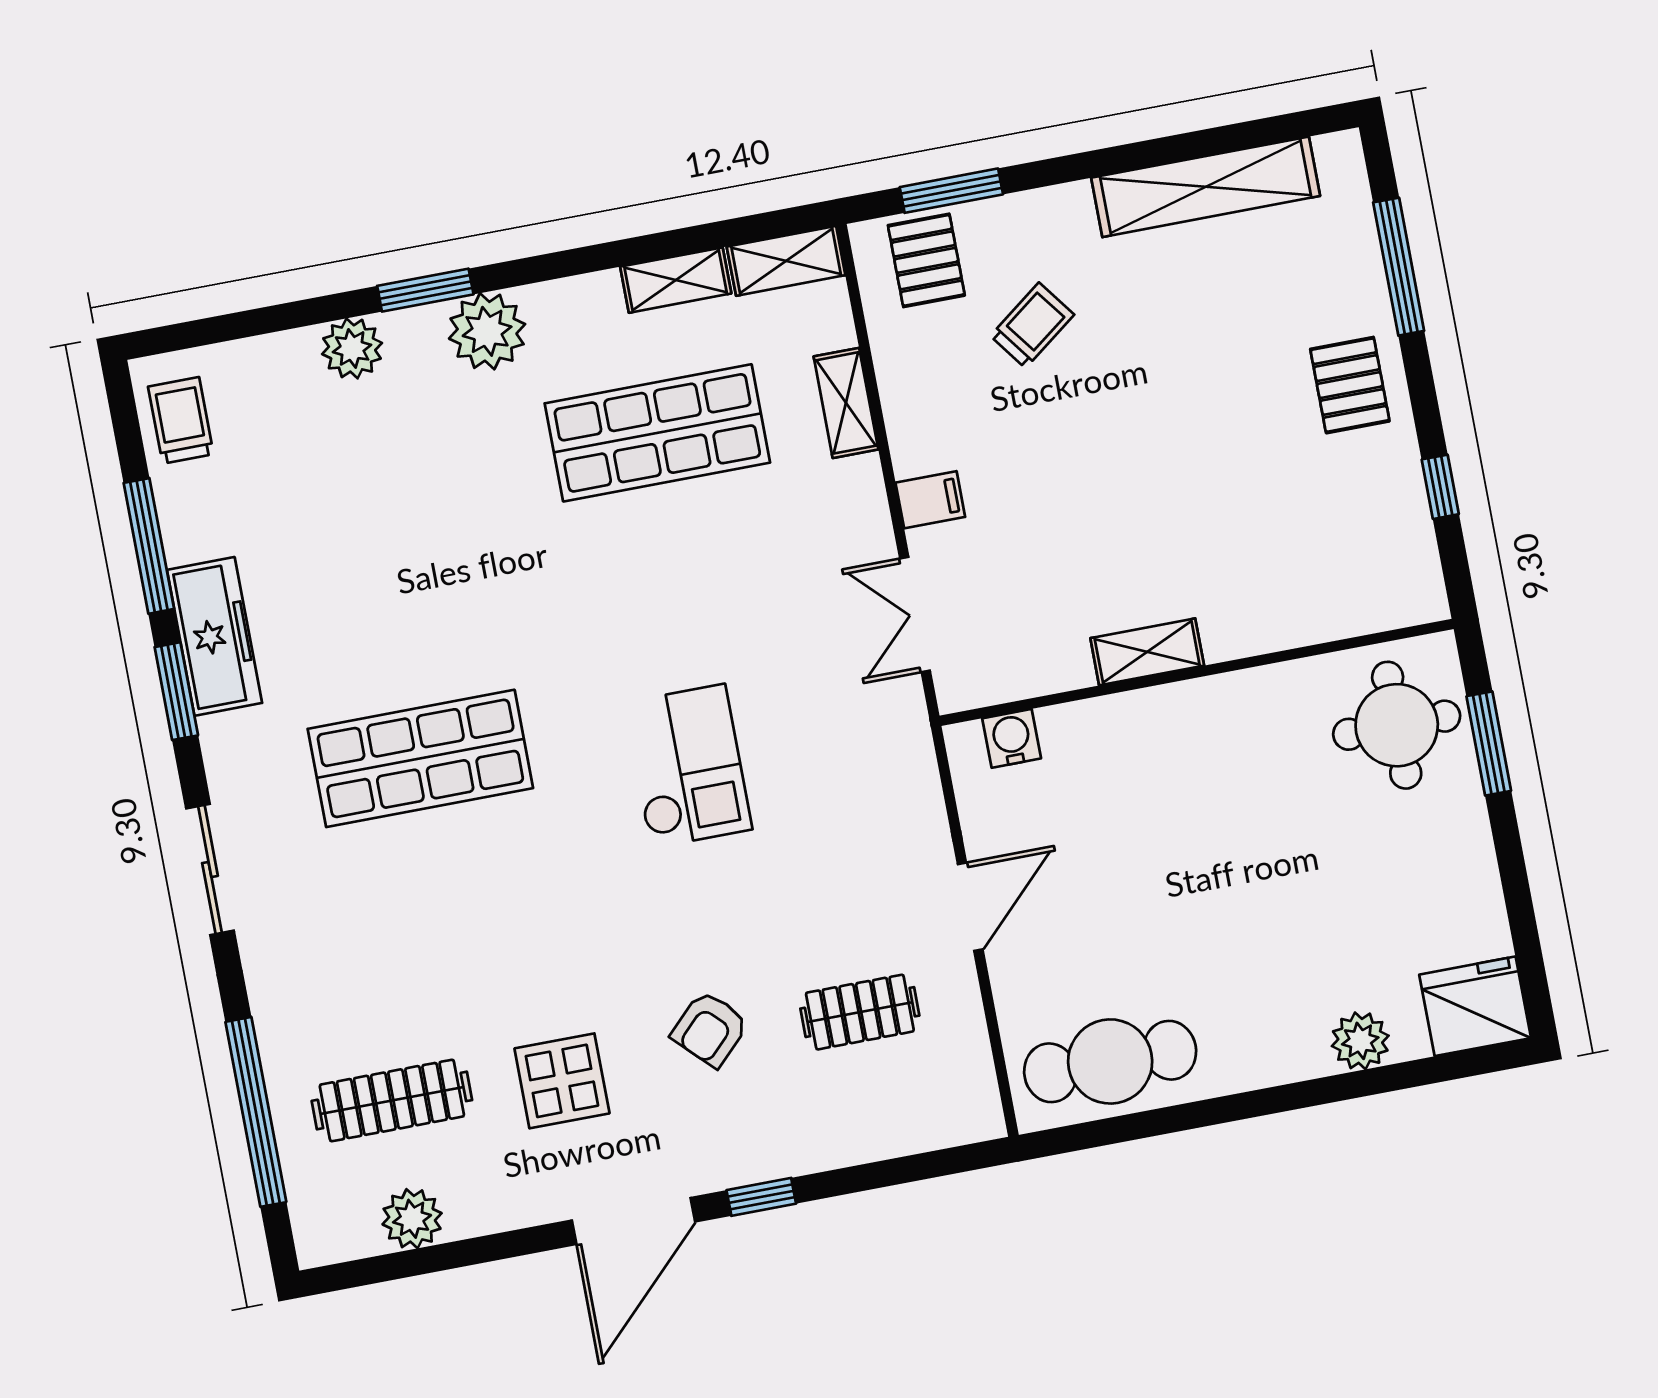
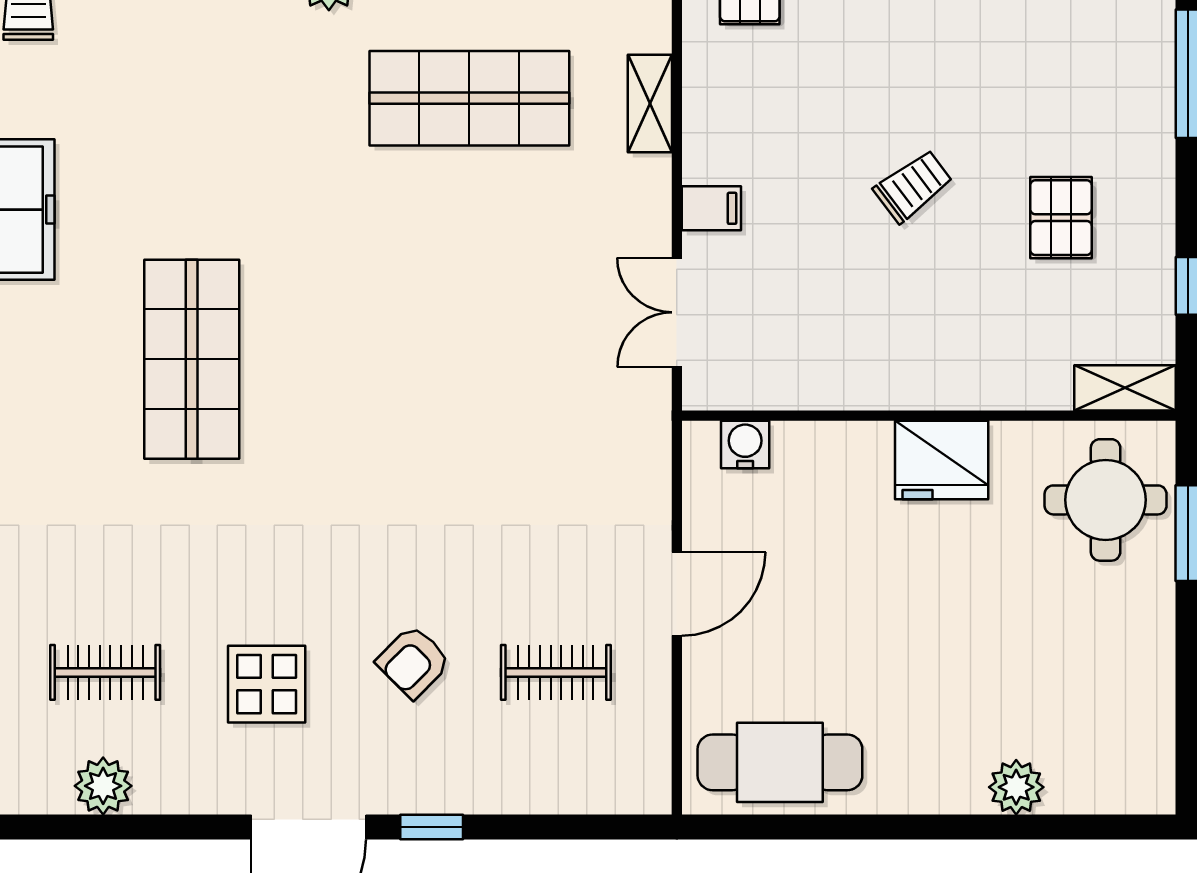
trolley: (1032, 325) -> (913, 186), moved
pallet: (1350, 385) -> (1061, 218), moved
shelving: (1147, 652) -> (1125, 388), moved
shop shelf: (420, 758) -> (192, 359), turned 90
checkout: (688, 766) -> (439, 413), removed
fridge: (1475, 1006) -> (942, 460), moved, turned 180
clothes rail: (392, 1100) -> (105, 672), width x0.73

